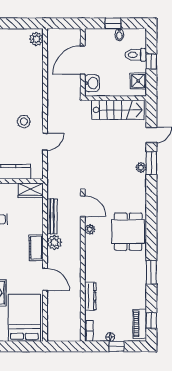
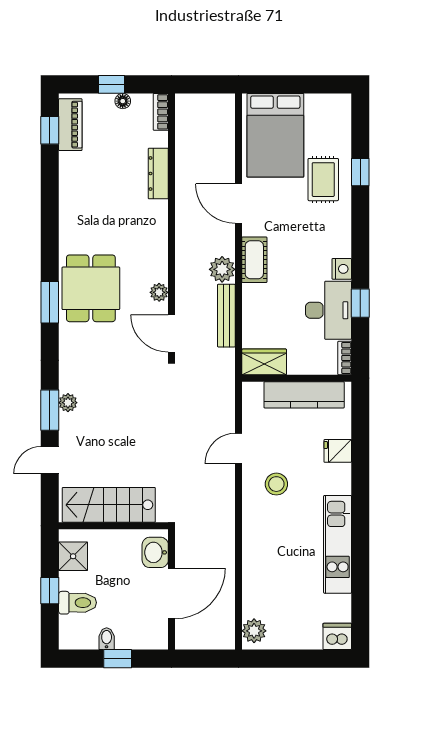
window: (151, 272) -> (50, 302), moved

